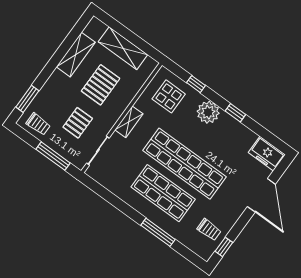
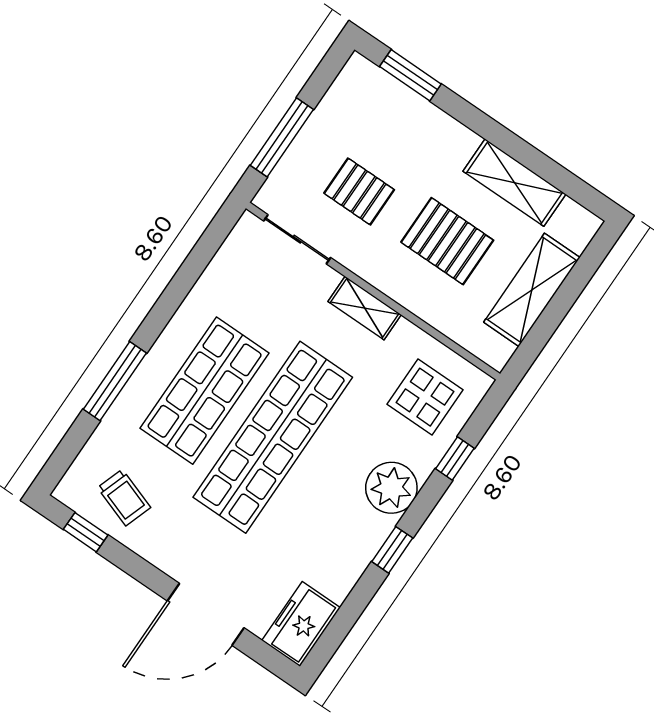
trolley: (38, 124) -> (354, 102), removed
trolley: (209, 230) -> (124, 498), turned -71

